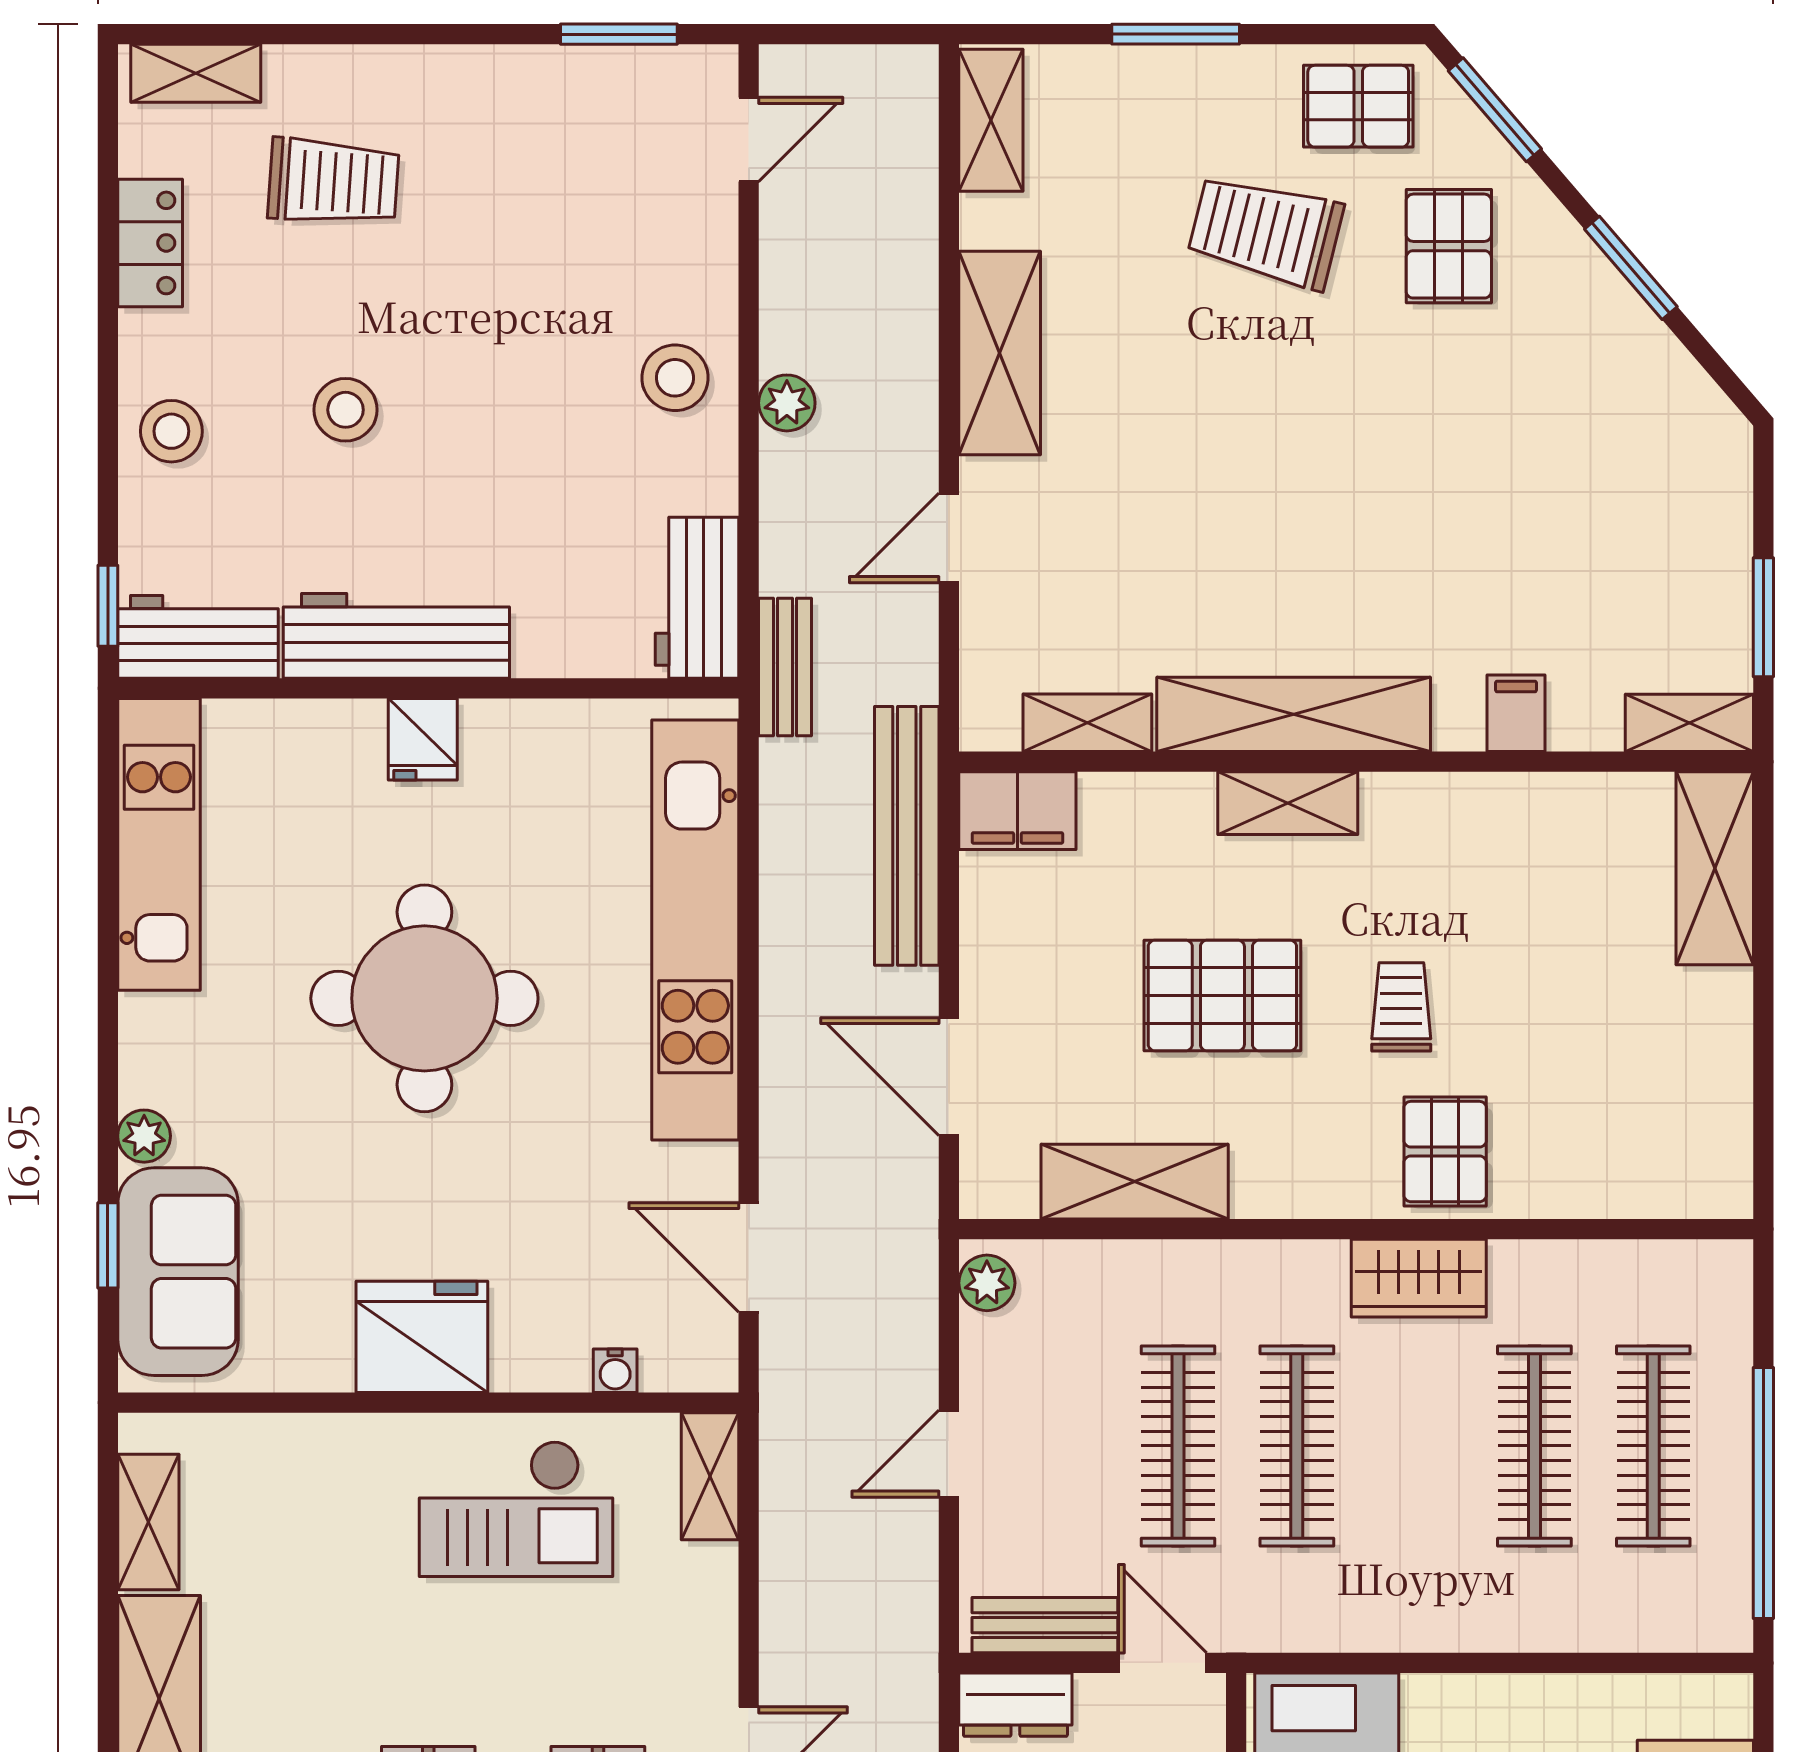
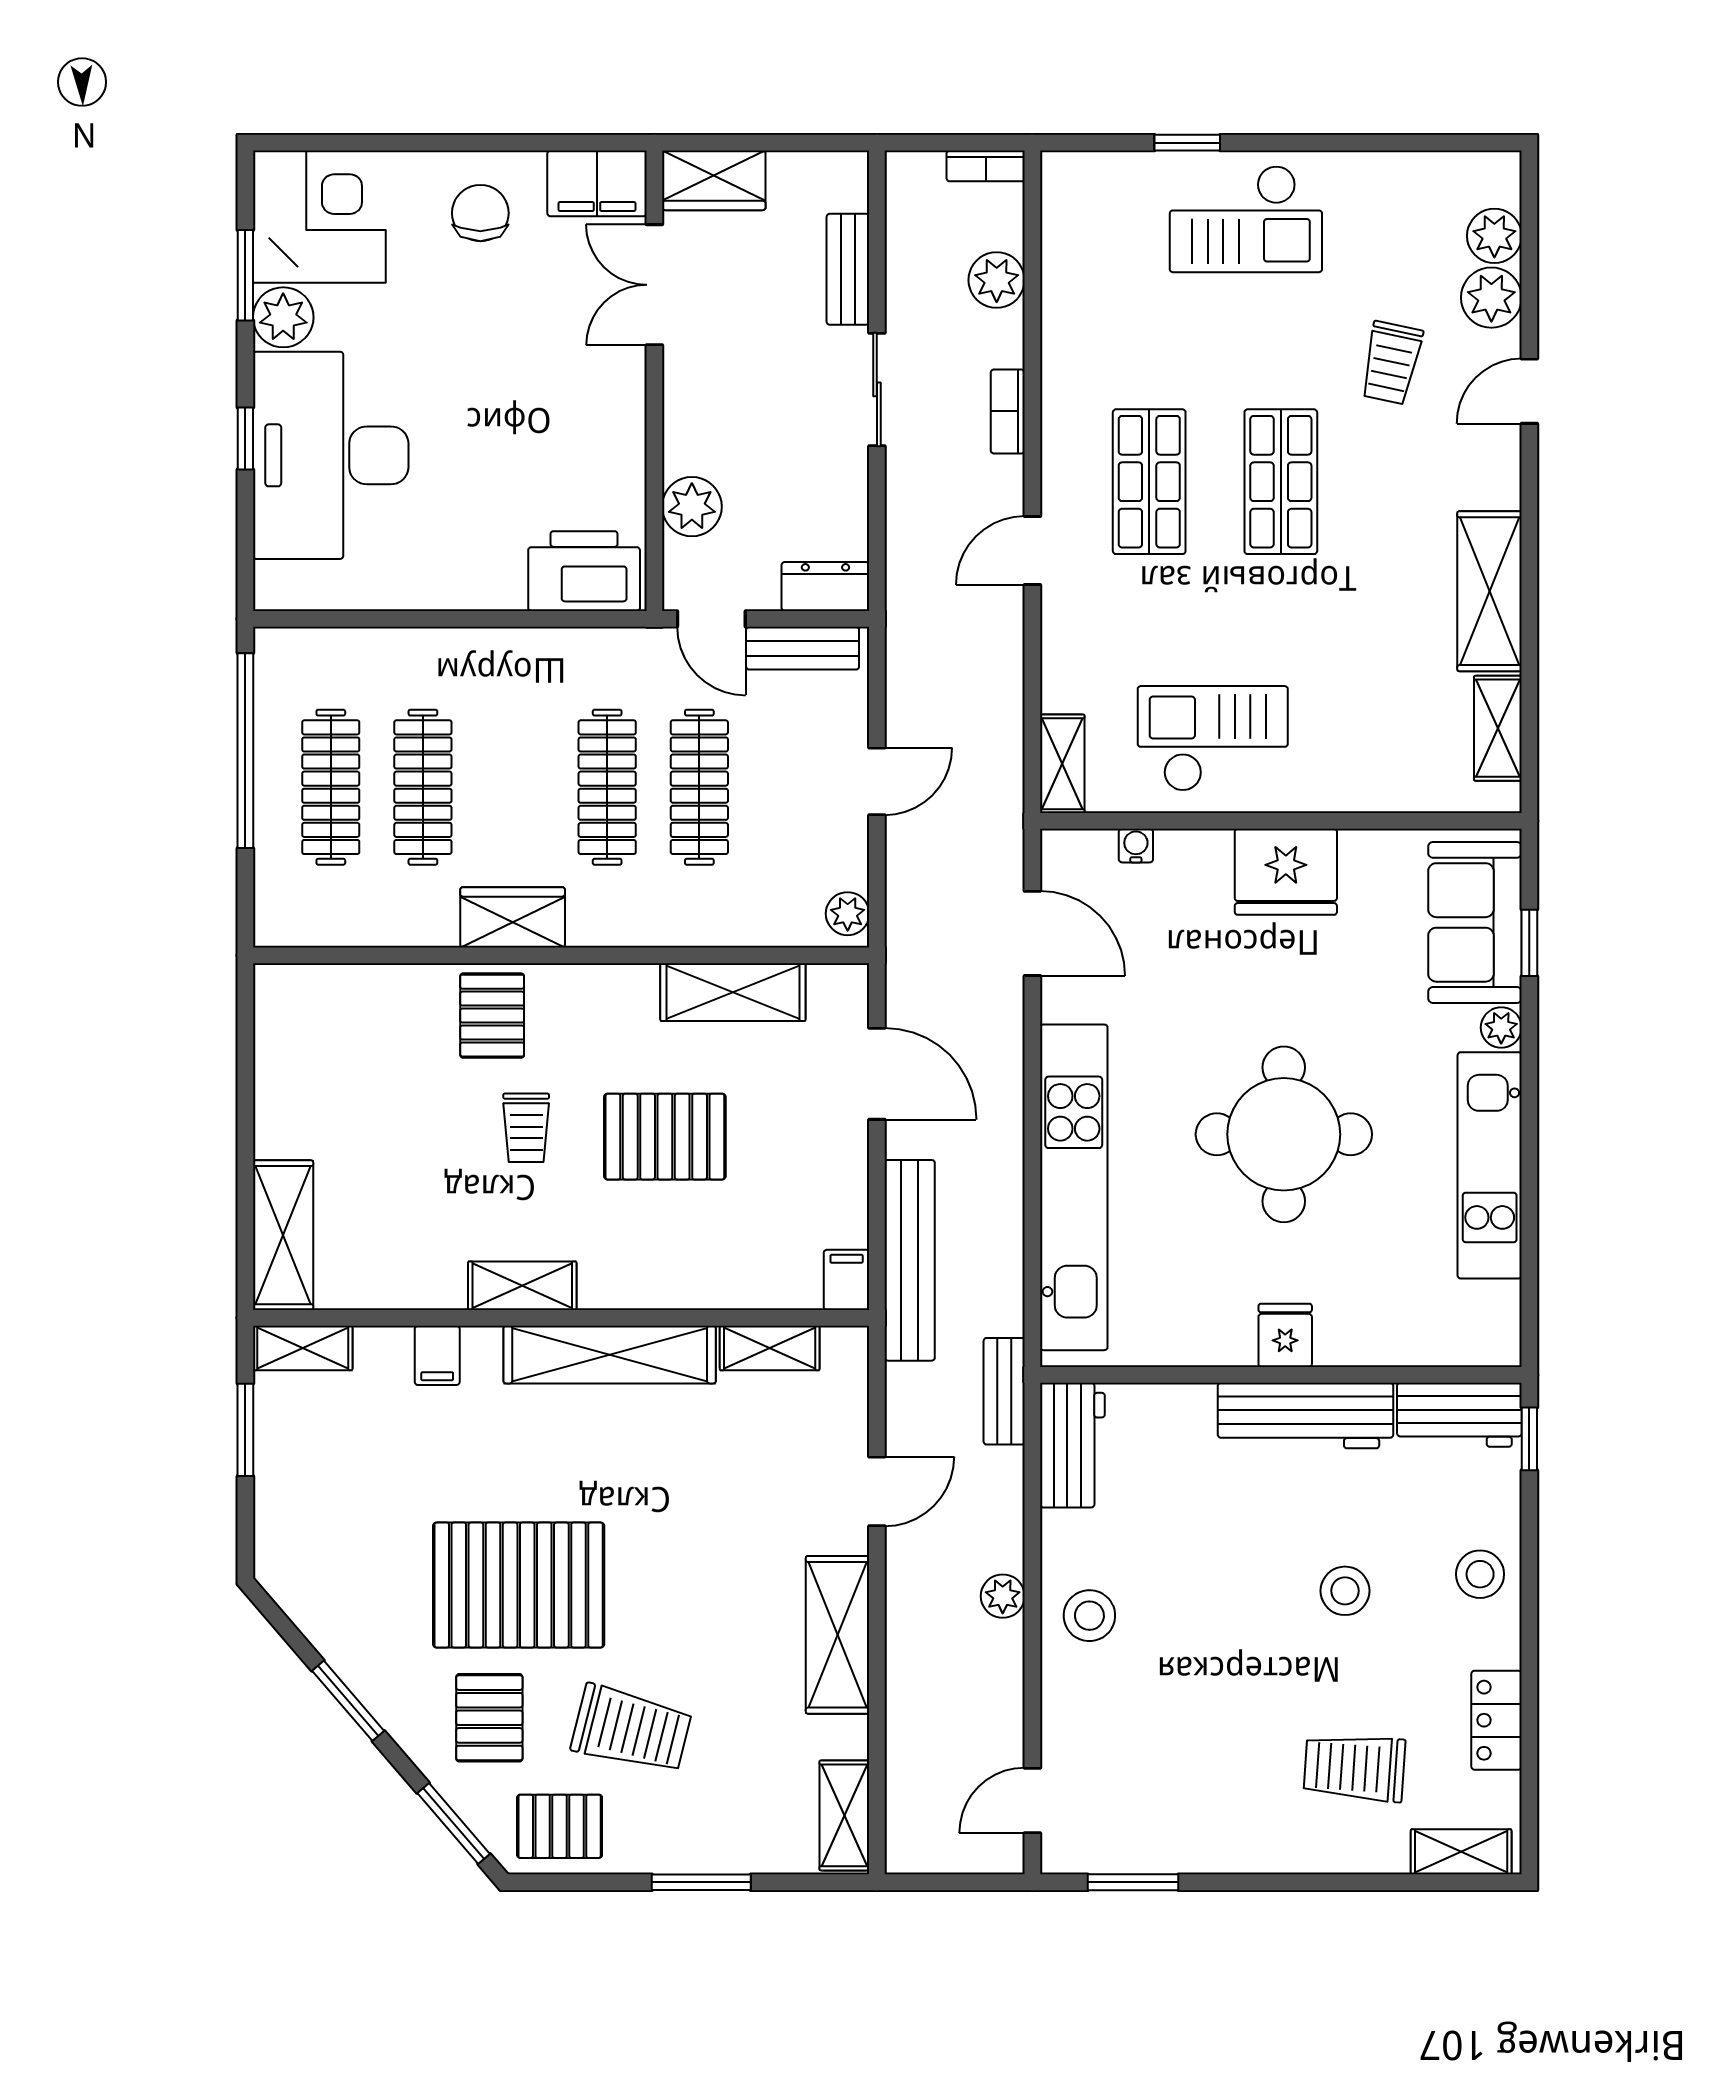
pallet: (1411, 417) -> (519, 1585), added
shelving: (1288, 803) -> (522, 1286), moved
filing cabinet: (1017, 811) -> (847, 1280), width x0.50
kitchen unit: (159, 844) -> (1490, 1165), moved

